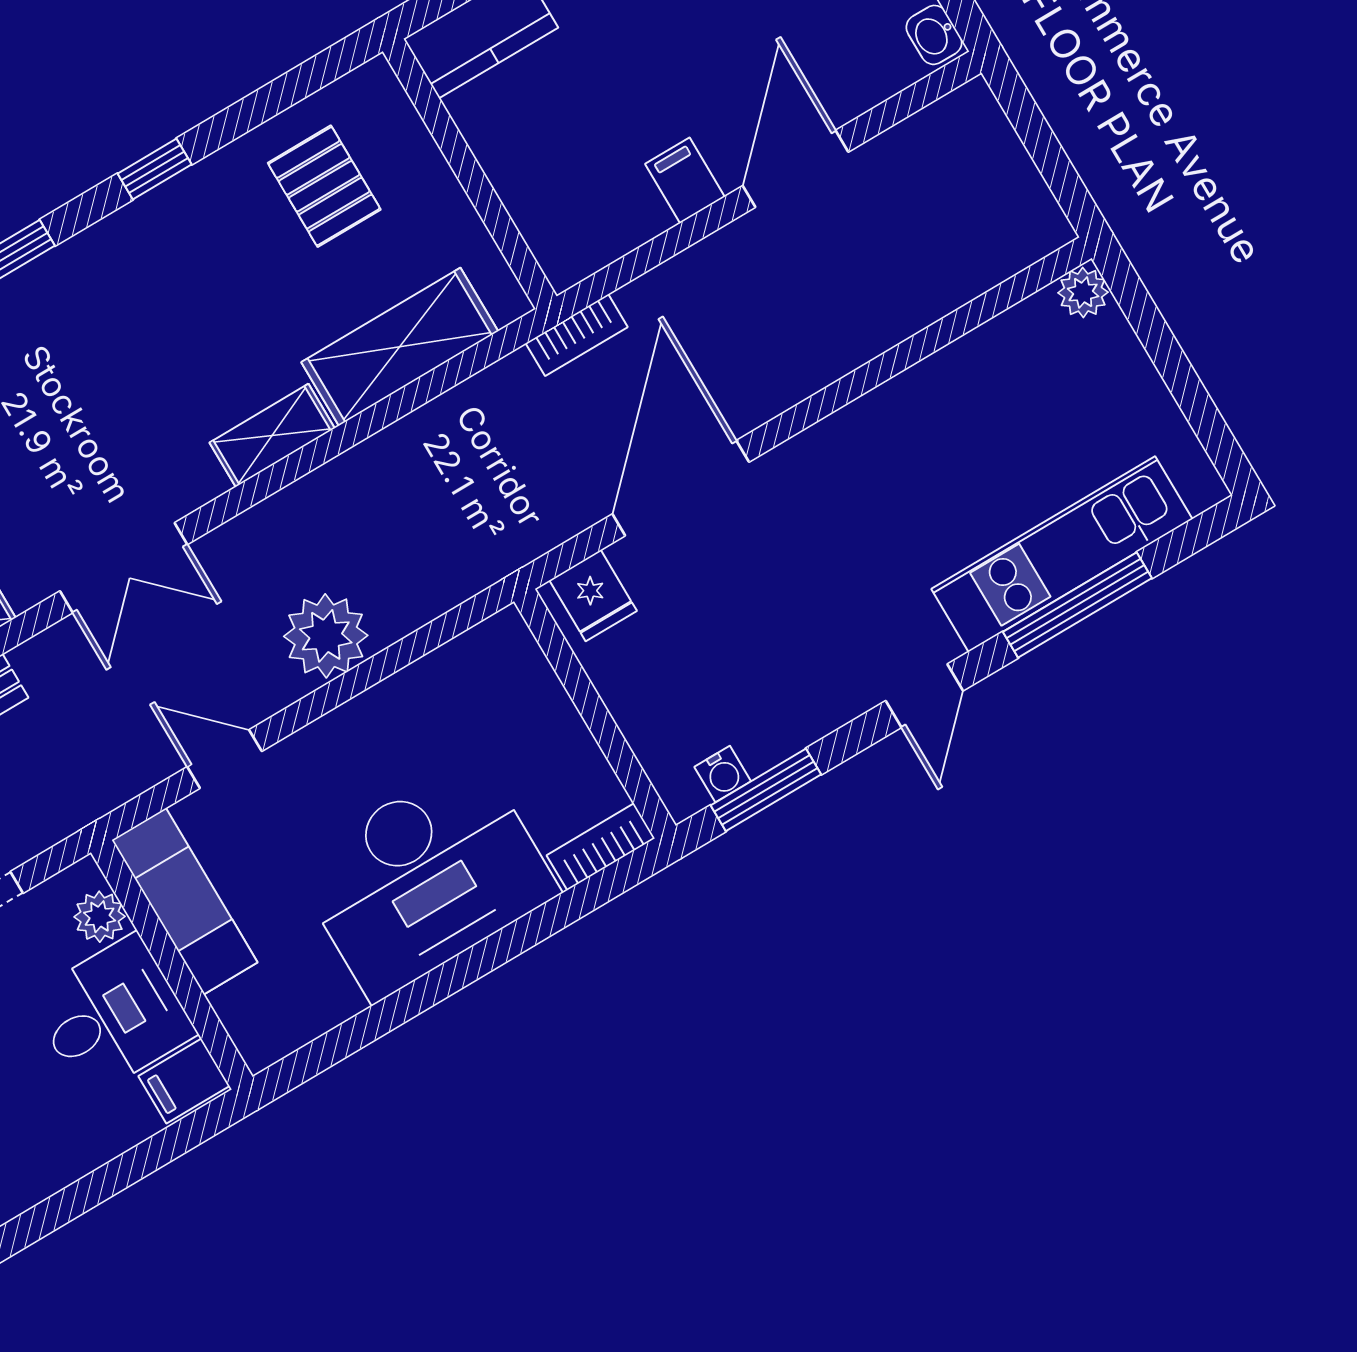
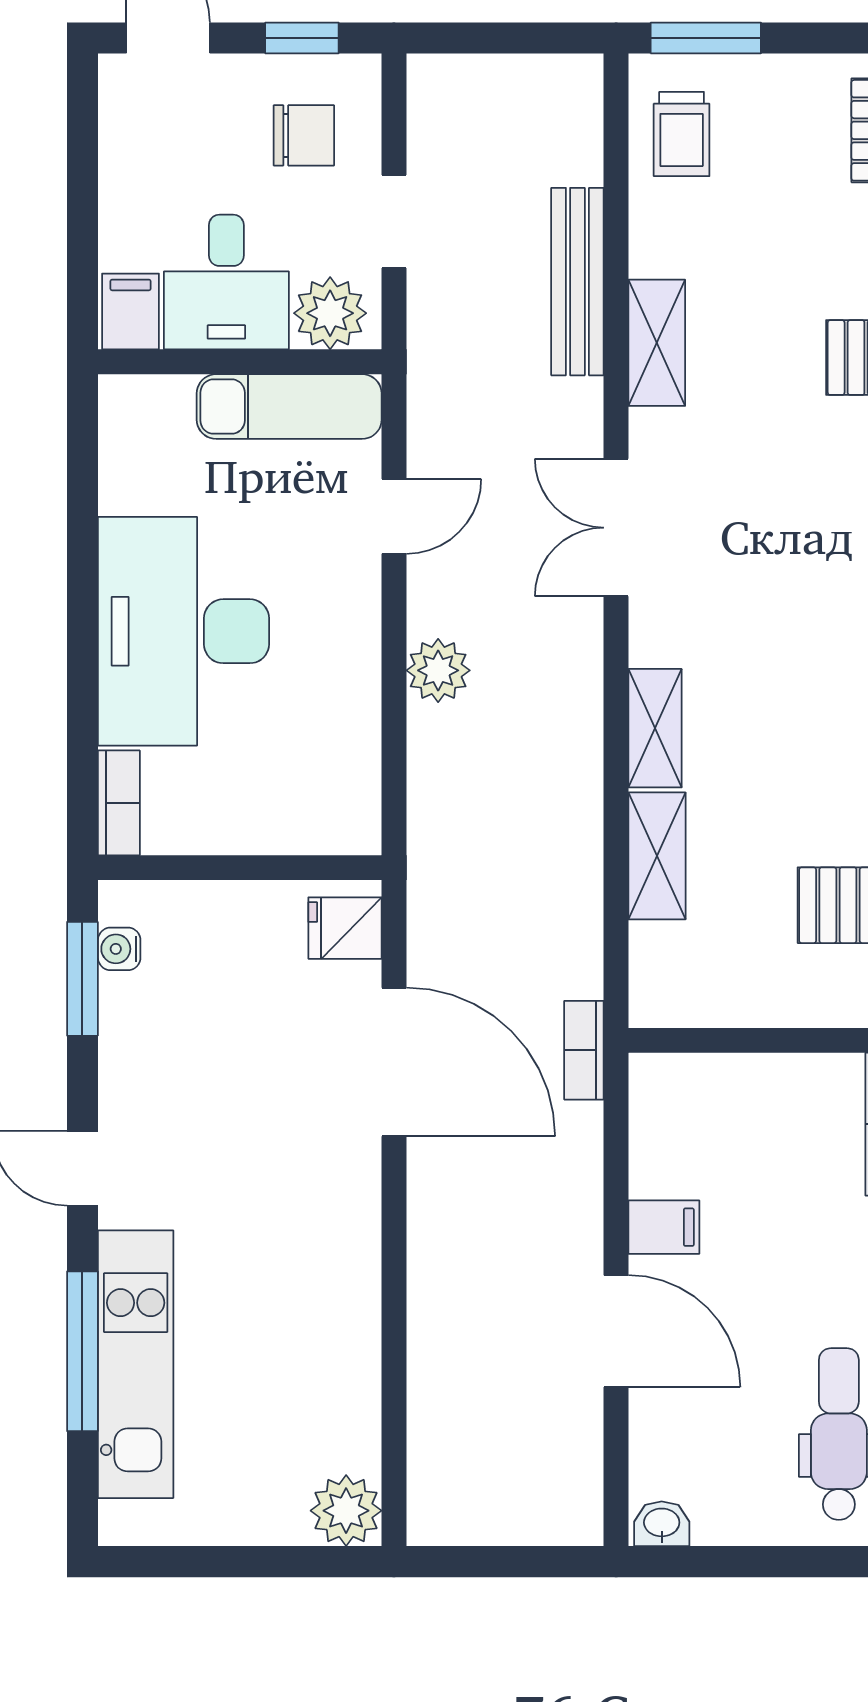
plant: (1083, 292) -> (346, 1511), width x1.38, depth x1.38
shelving: (400, 347) -> (657, 856), width x0.67, depth x0.75
plant: (326, 636) -> (438, 670), width x0.73, depth x0.73
plant: (100, 917) -> (330, 313), width x1.38, depth x1.38

